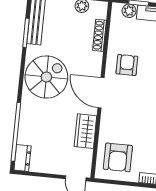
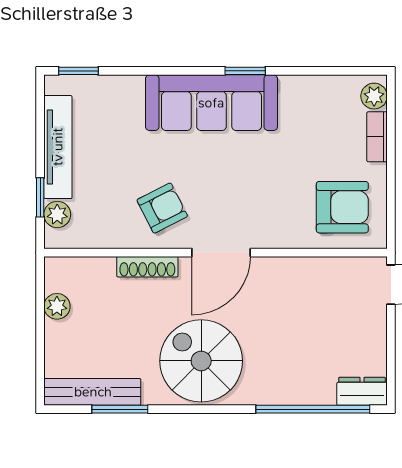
shoe rack: (99, 35) -> (147, 267), moved
armchair: (127, 65) -> (162, 208), turned 153
wardrobe: (85, 131) -> (298, 275), removed

